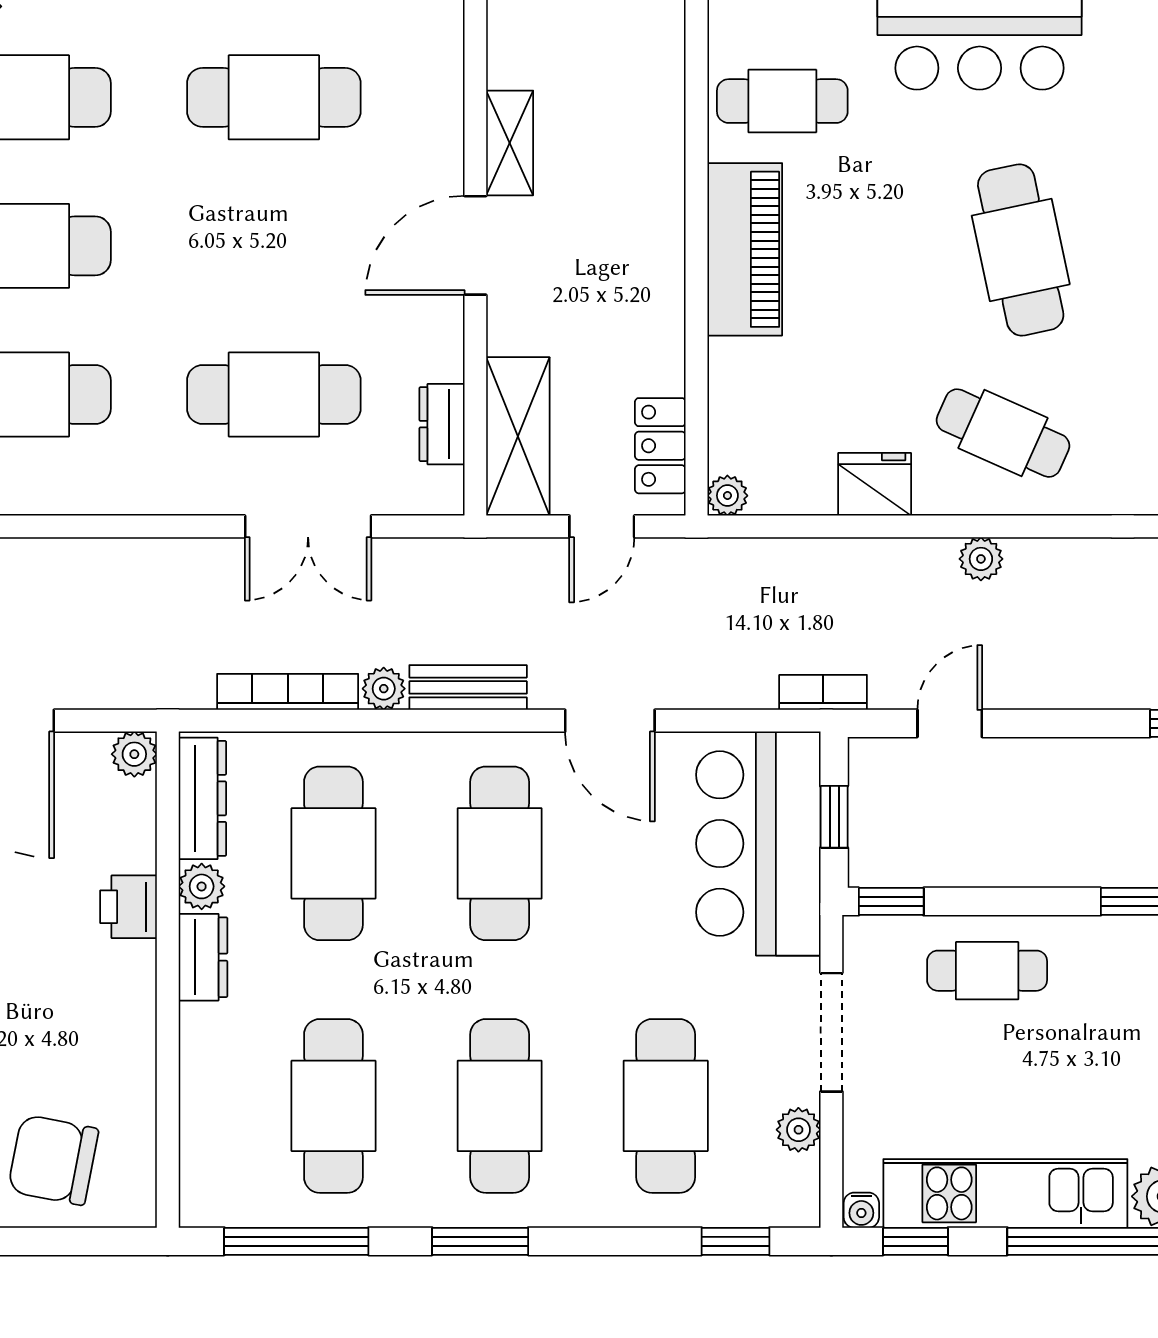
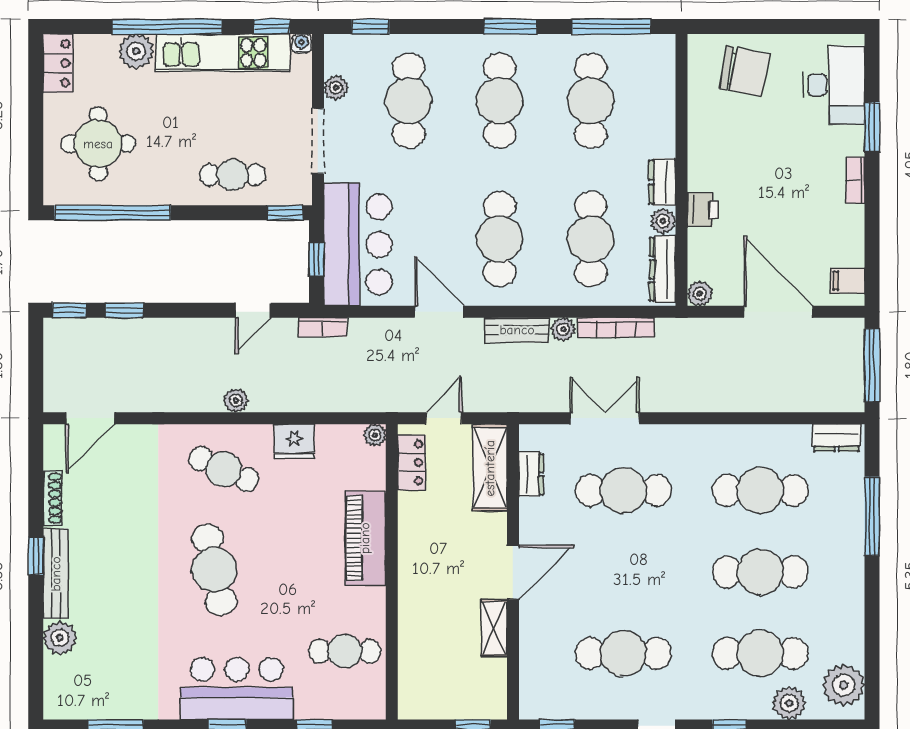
piano: (745, 249) -> (365, 538), moved

